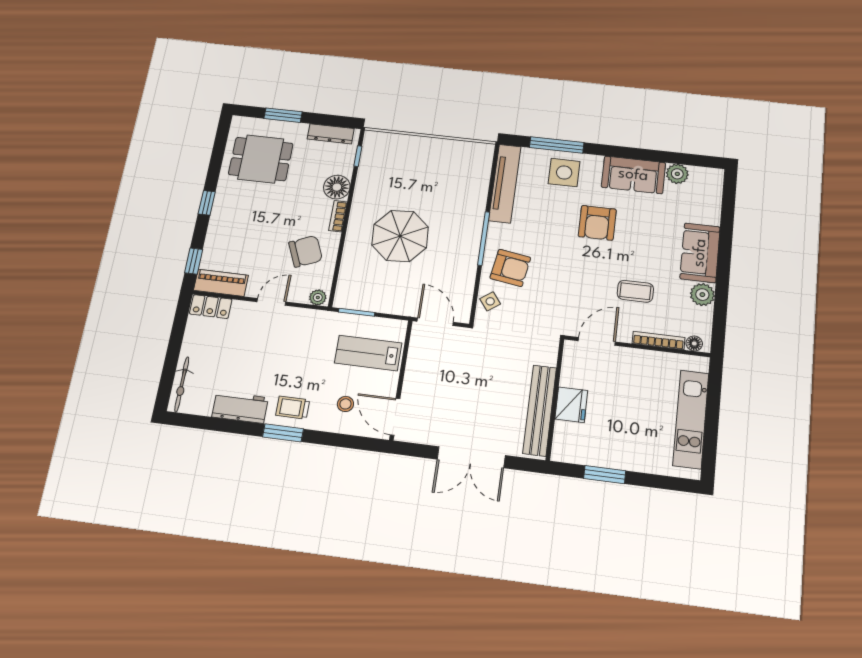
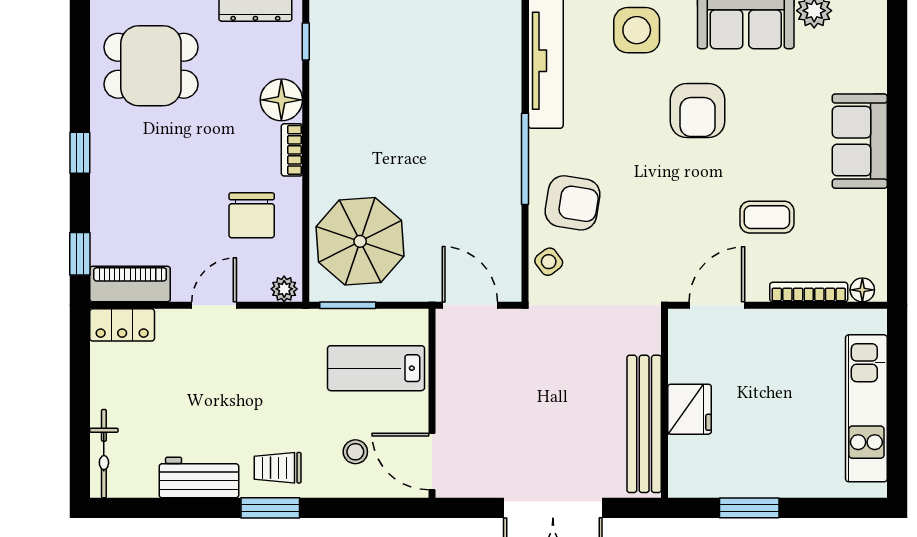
parasol: (400, 236) -> (360, 241), moved
chair: (306, 251) -> (252, 215), turned 113
plant: (702, 295) -> (868, 210), removed

